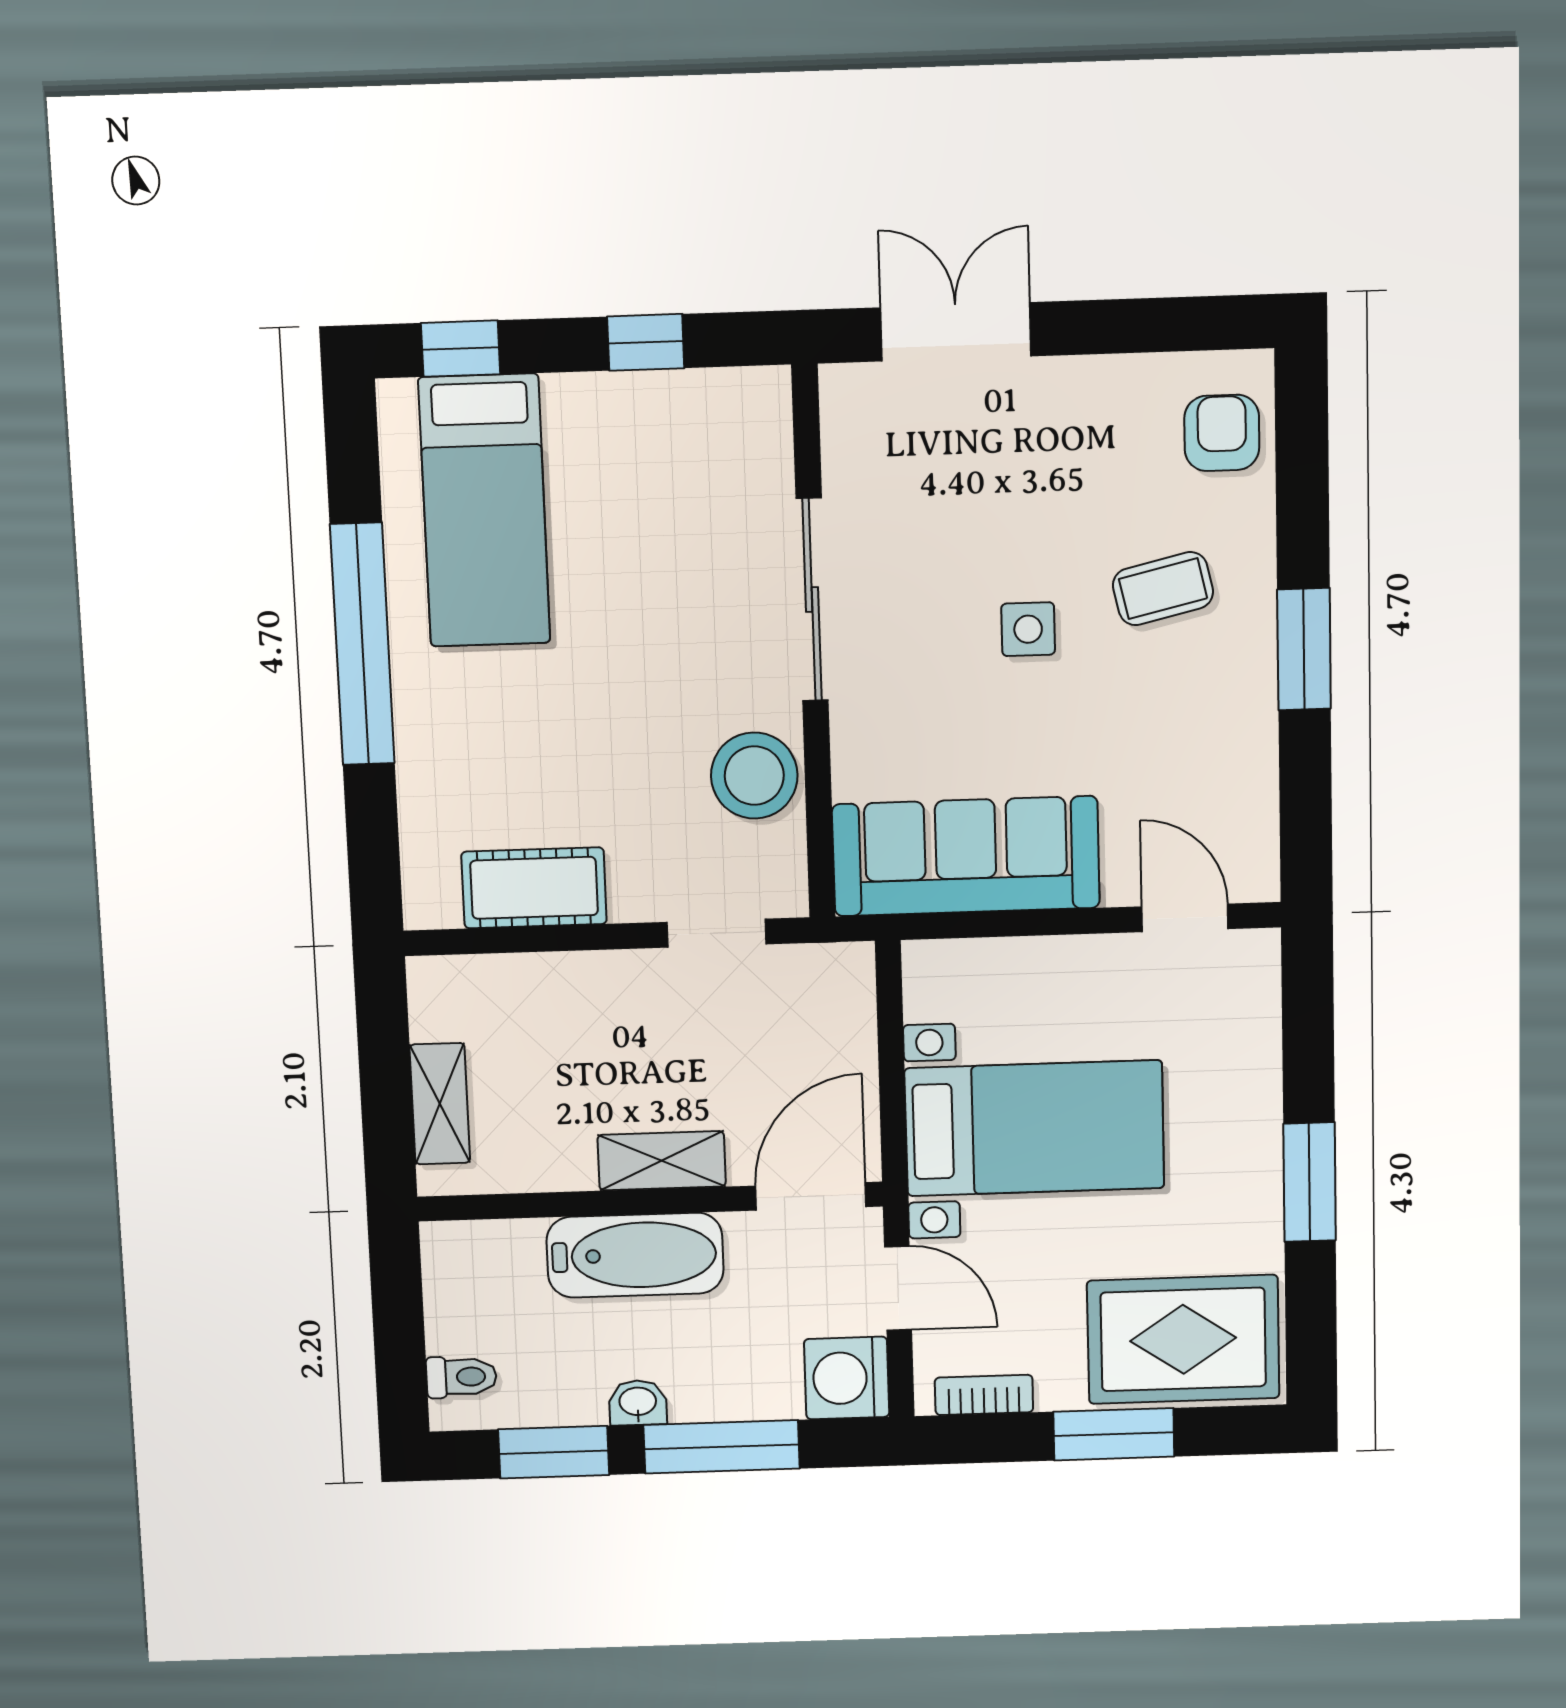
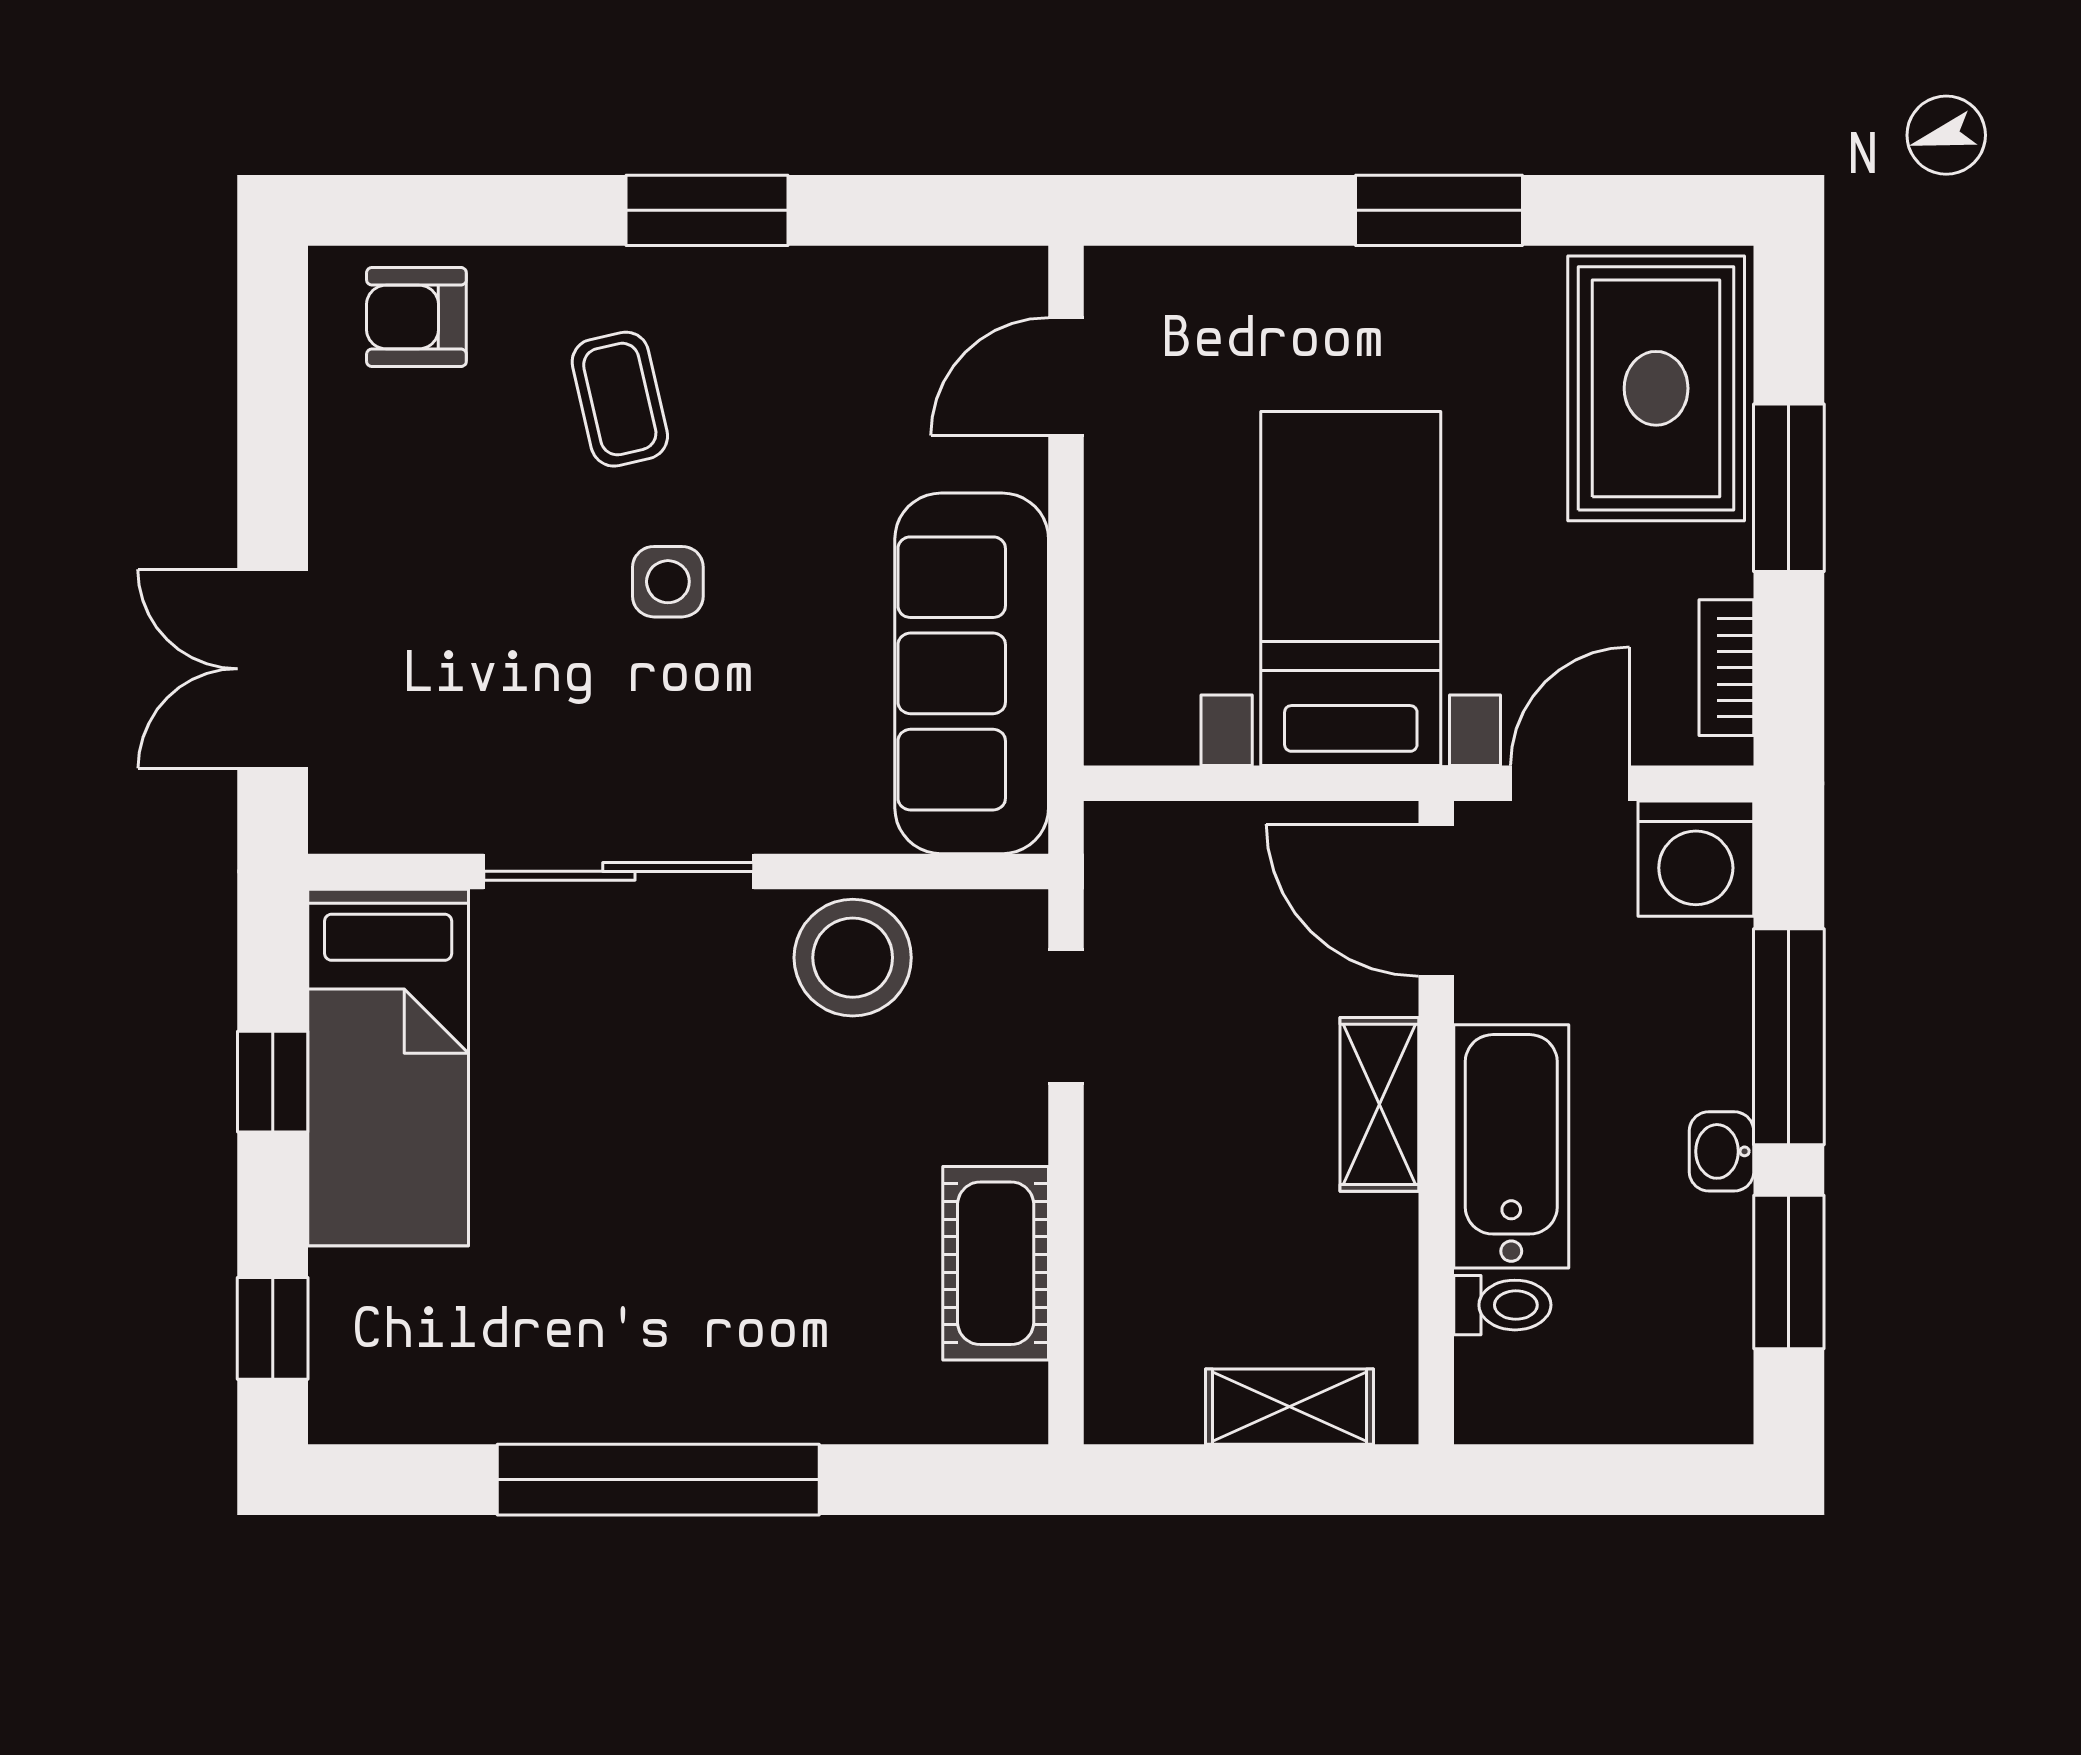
bed: (484, 511) -> (388, 1067), moved, turned 90
toilet: (461, 1377) -> (1502, 1305), moved, turned 90

